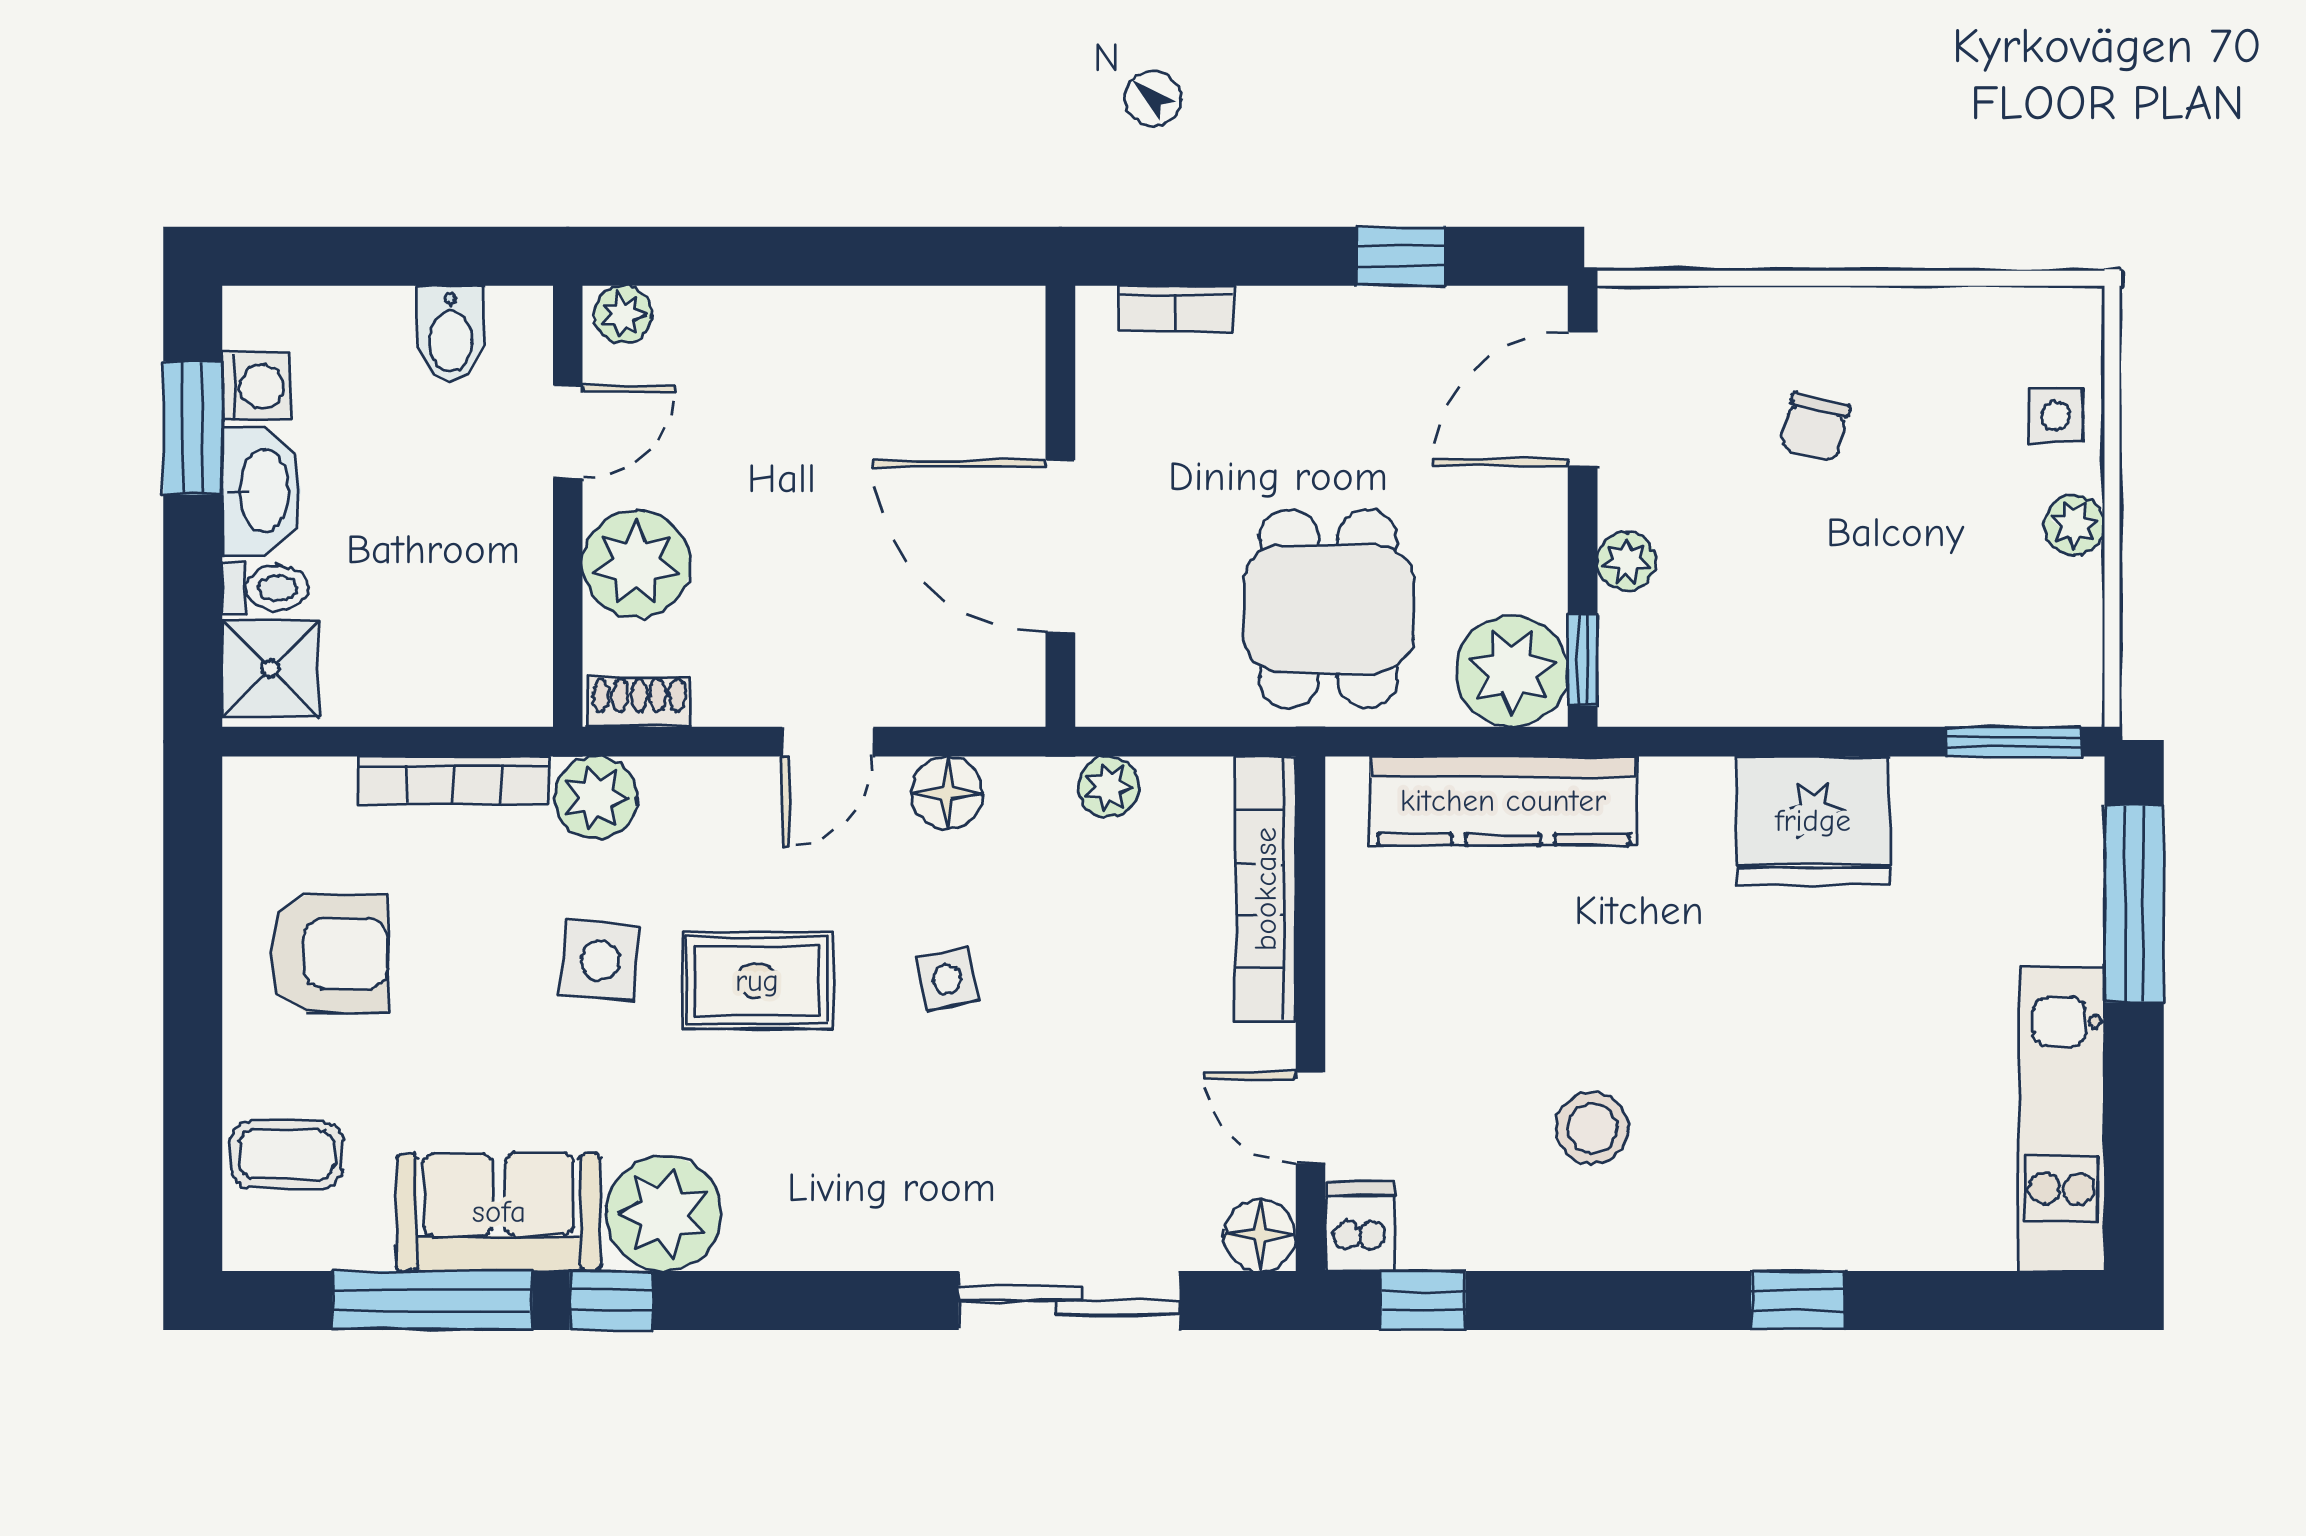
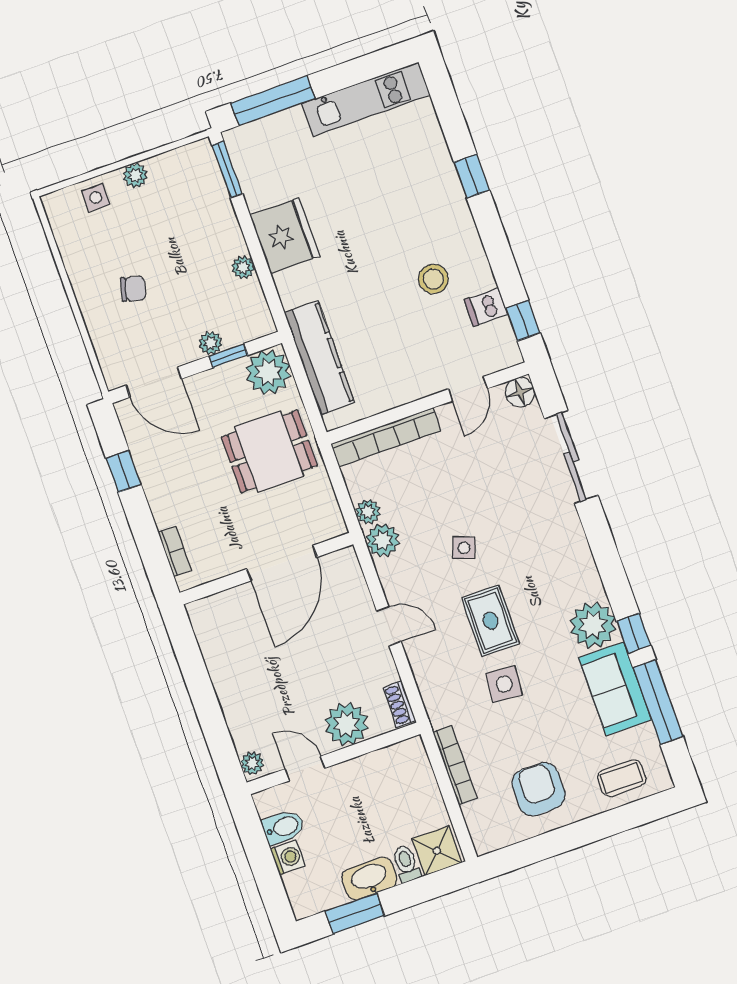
washing machine: (256, 386) -> (288, 857), moved, turned 90
window: (1583, 660) -> (228, 356), moved
plant: (1774, 698) -> (243, 267), added
floor lamp: (947, 793) -> (392, 573), removed
plant: (596, 798) -> (383, 540), moved
side table: (947, 979) -> (464, 548), turned 31
coffee table: (287, 1155) -> (622, 778), turned 90
dishwasher: (1360, 1226) -> (486, 307), moved

